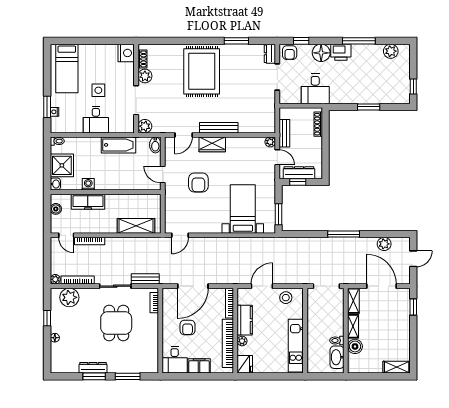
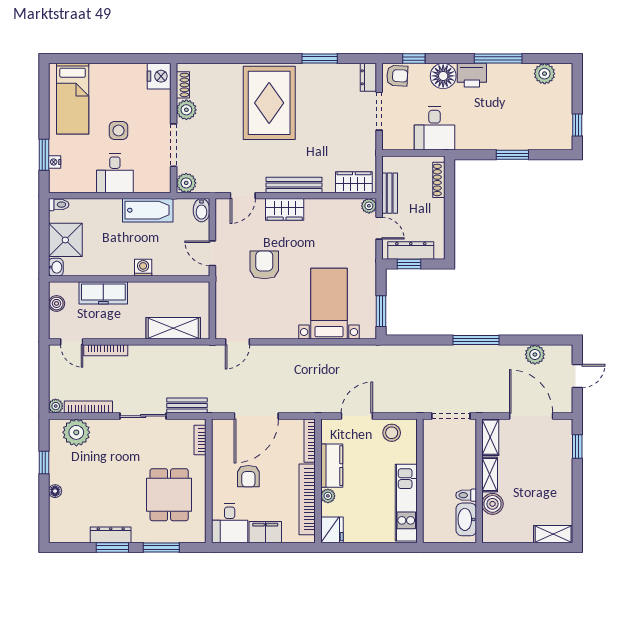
armchair: (290, 53) -> (397, 76), turned -87
wardrobe: (260, 126) -> (354, 182), added
armchair: (198, 182) -> (264, 265), turned 180
washing machine: (88, 184) -> (143, 268), moved
dining table: (116, 323) -> (169, 495), moved

